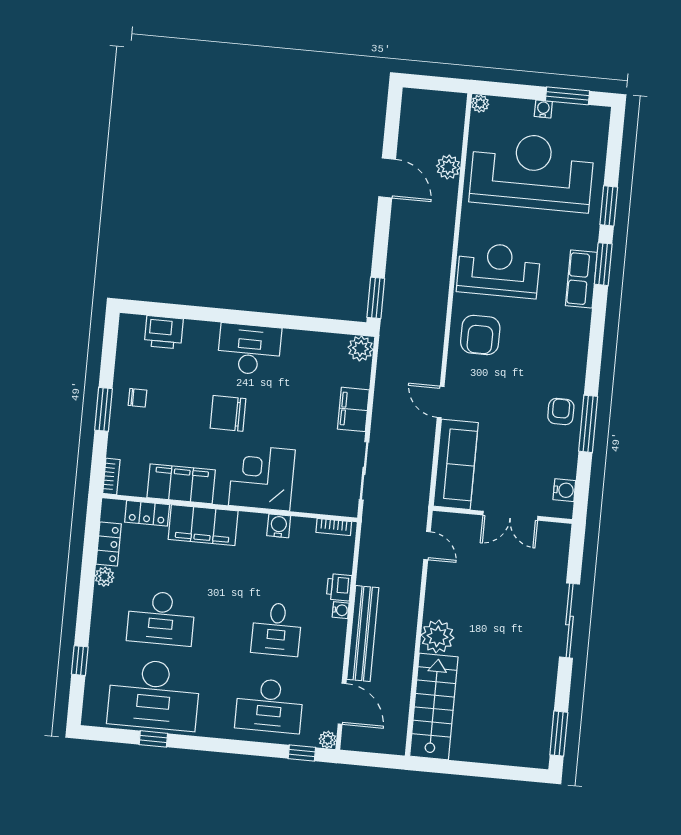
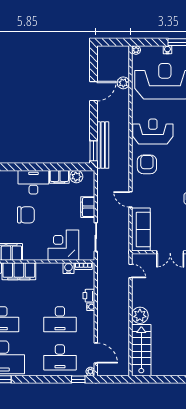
door: (387, 178) -> (94, 91), hinge flipped
armchair: (480, 335) -> (147, 164), turned 180
filing cabinet: (302, 343) -> (59, 177), added
plant: (361, 348) -> (76, 177), moved
chair: (228, 413) -> (26, 215), turned 180
corner desk: (262, 478) -> (63, 245), moved
water cooler: (279, 526) -> (69, 268), moved
desk: (276, 629) -> (60, 319), width x1.37
bench: (363, 634) -> (103, 145), moved

